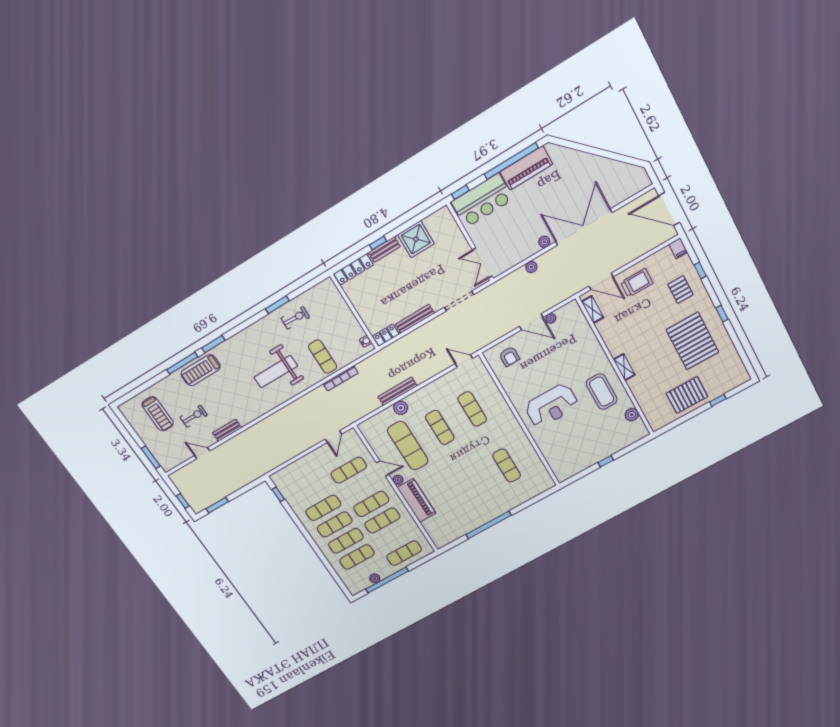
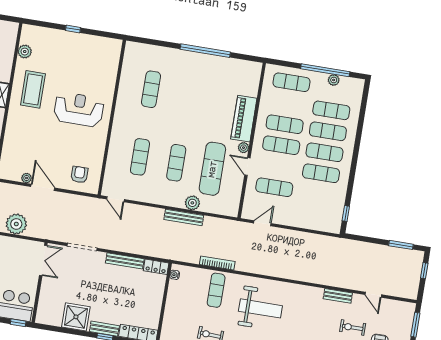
plant: (531, 267) -> (16, 224), width x1.87, depth x1.87

